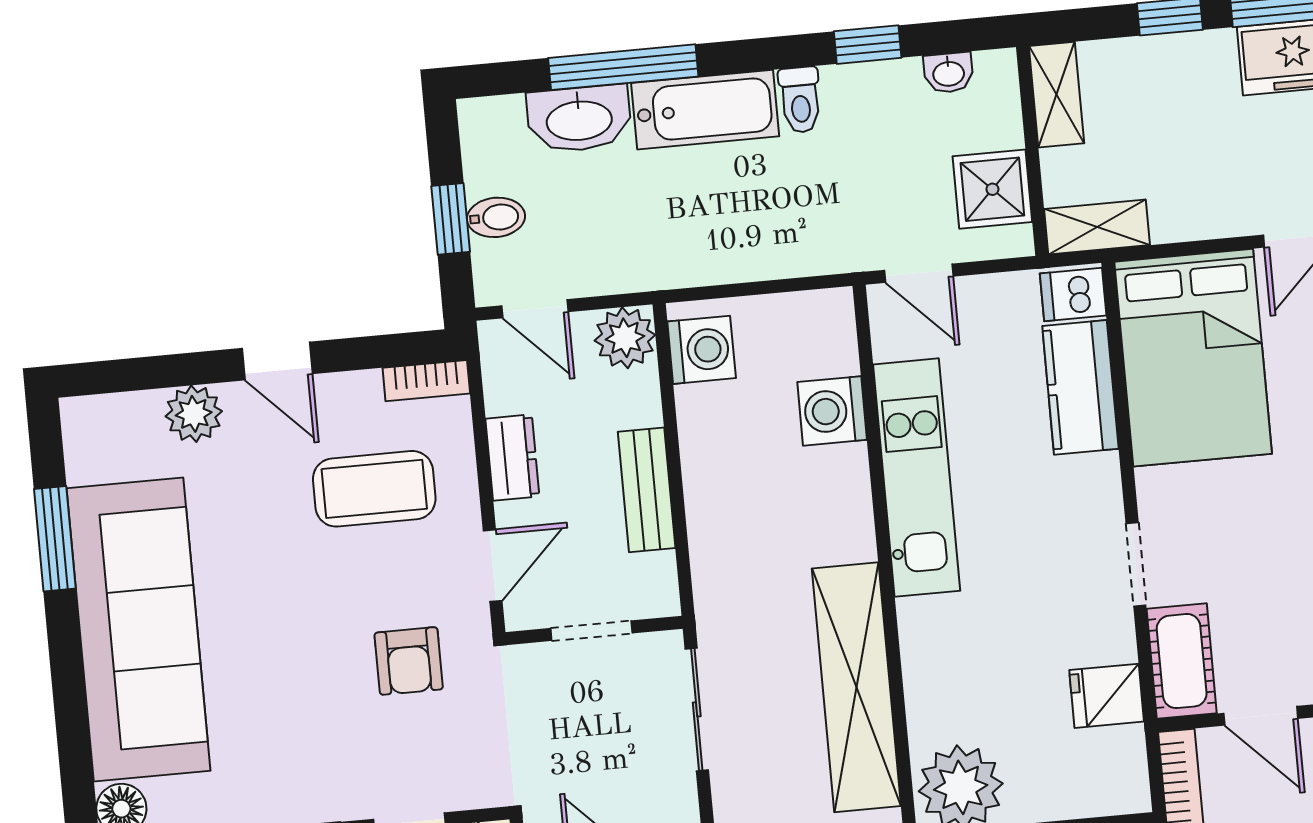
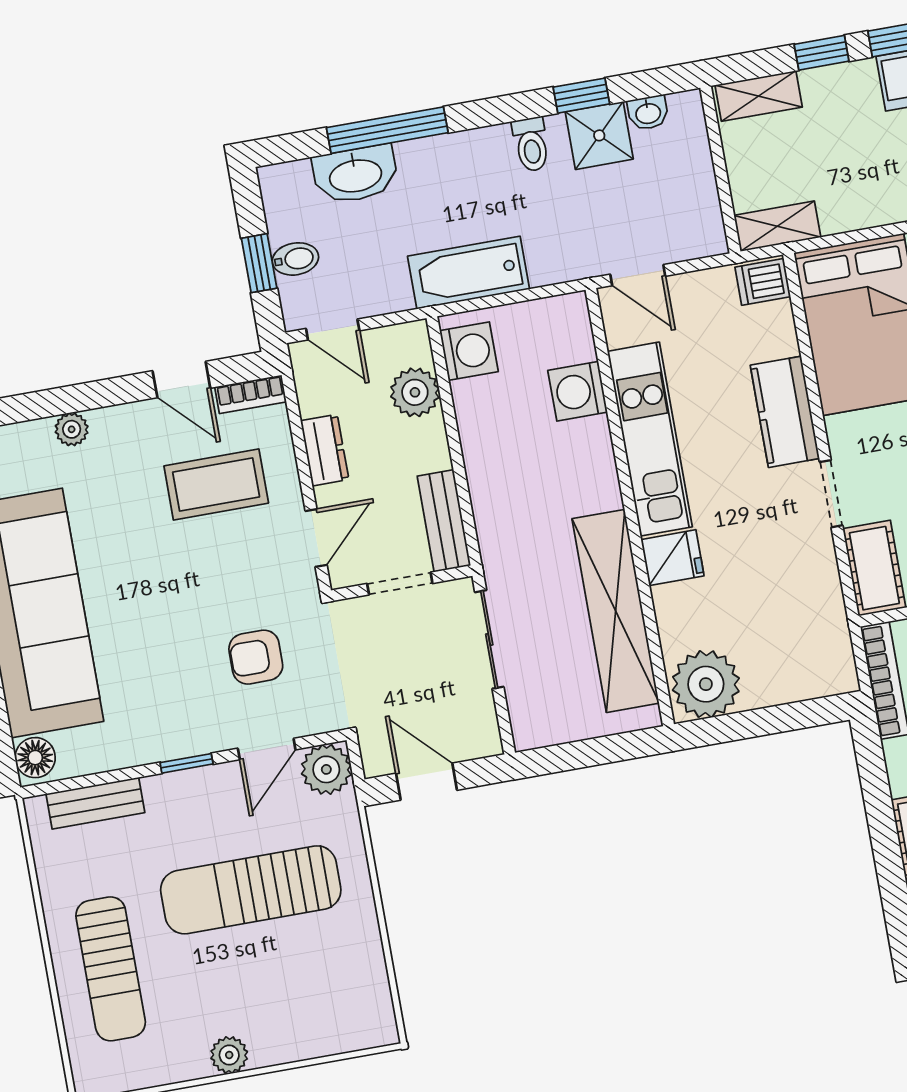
shelving: (1057, 95) -> (759, 96), moved, turned 90
bathtub: (705, 110) -> (469, 273), moved, turned 180
shower: (992, 189) -> (599, 135), moved
plant: (625, 338) -> (415, 392), moved
door: (277, 361) -> (181, 380), moved
kitchen counter: (1080, 387) -> (785, 412), moved
plant: (194, 414) -> (72, 429), width x0.73, depth x0.73
bench: (647, 490) -> (444, 521), moved
armchair: (409, 661) -> (256, 657), moved, turned 90
fridge: (1107, 696) -> (672, 558), moved, turned 180

